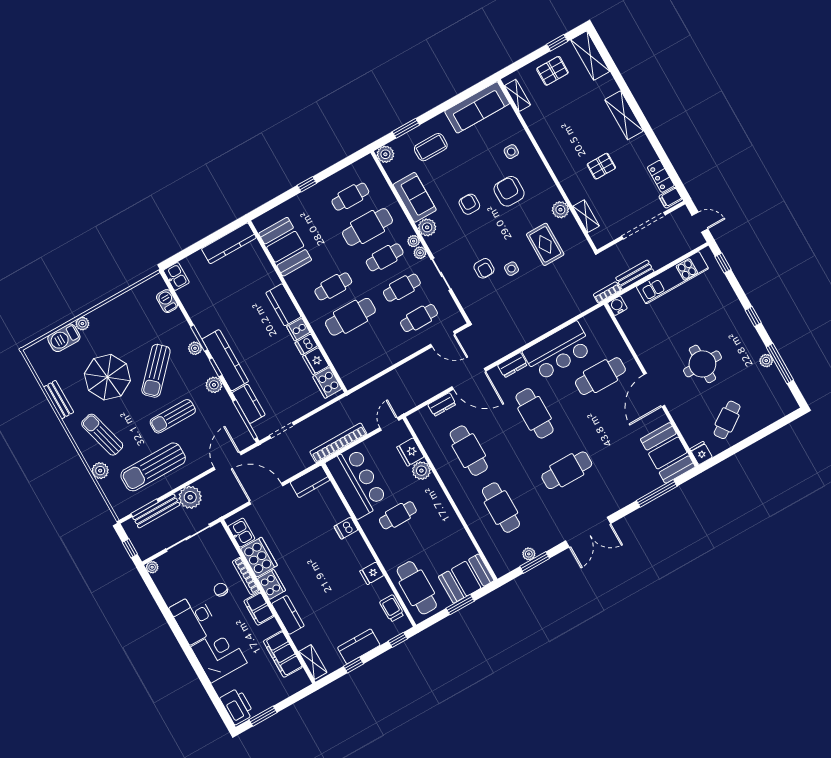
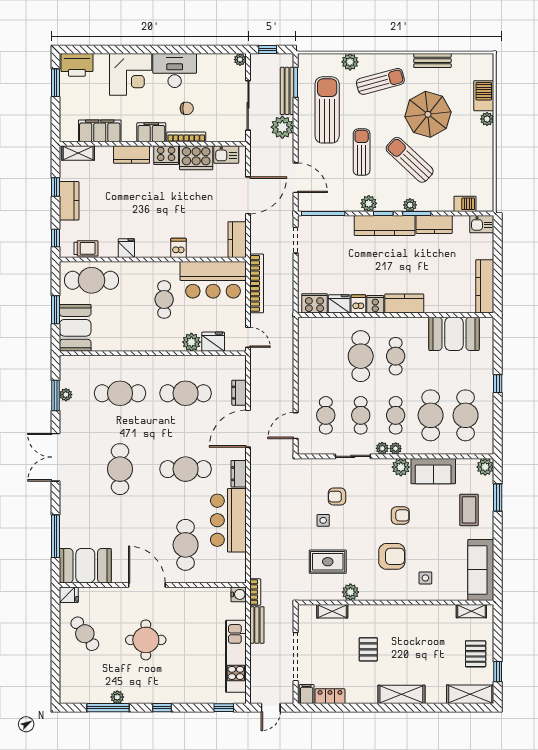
cafe table: (350, 197) -> (466, 415), width x1.37, depth x1.35
kitchen counter: (249, 404) -> (434, 224), moved

